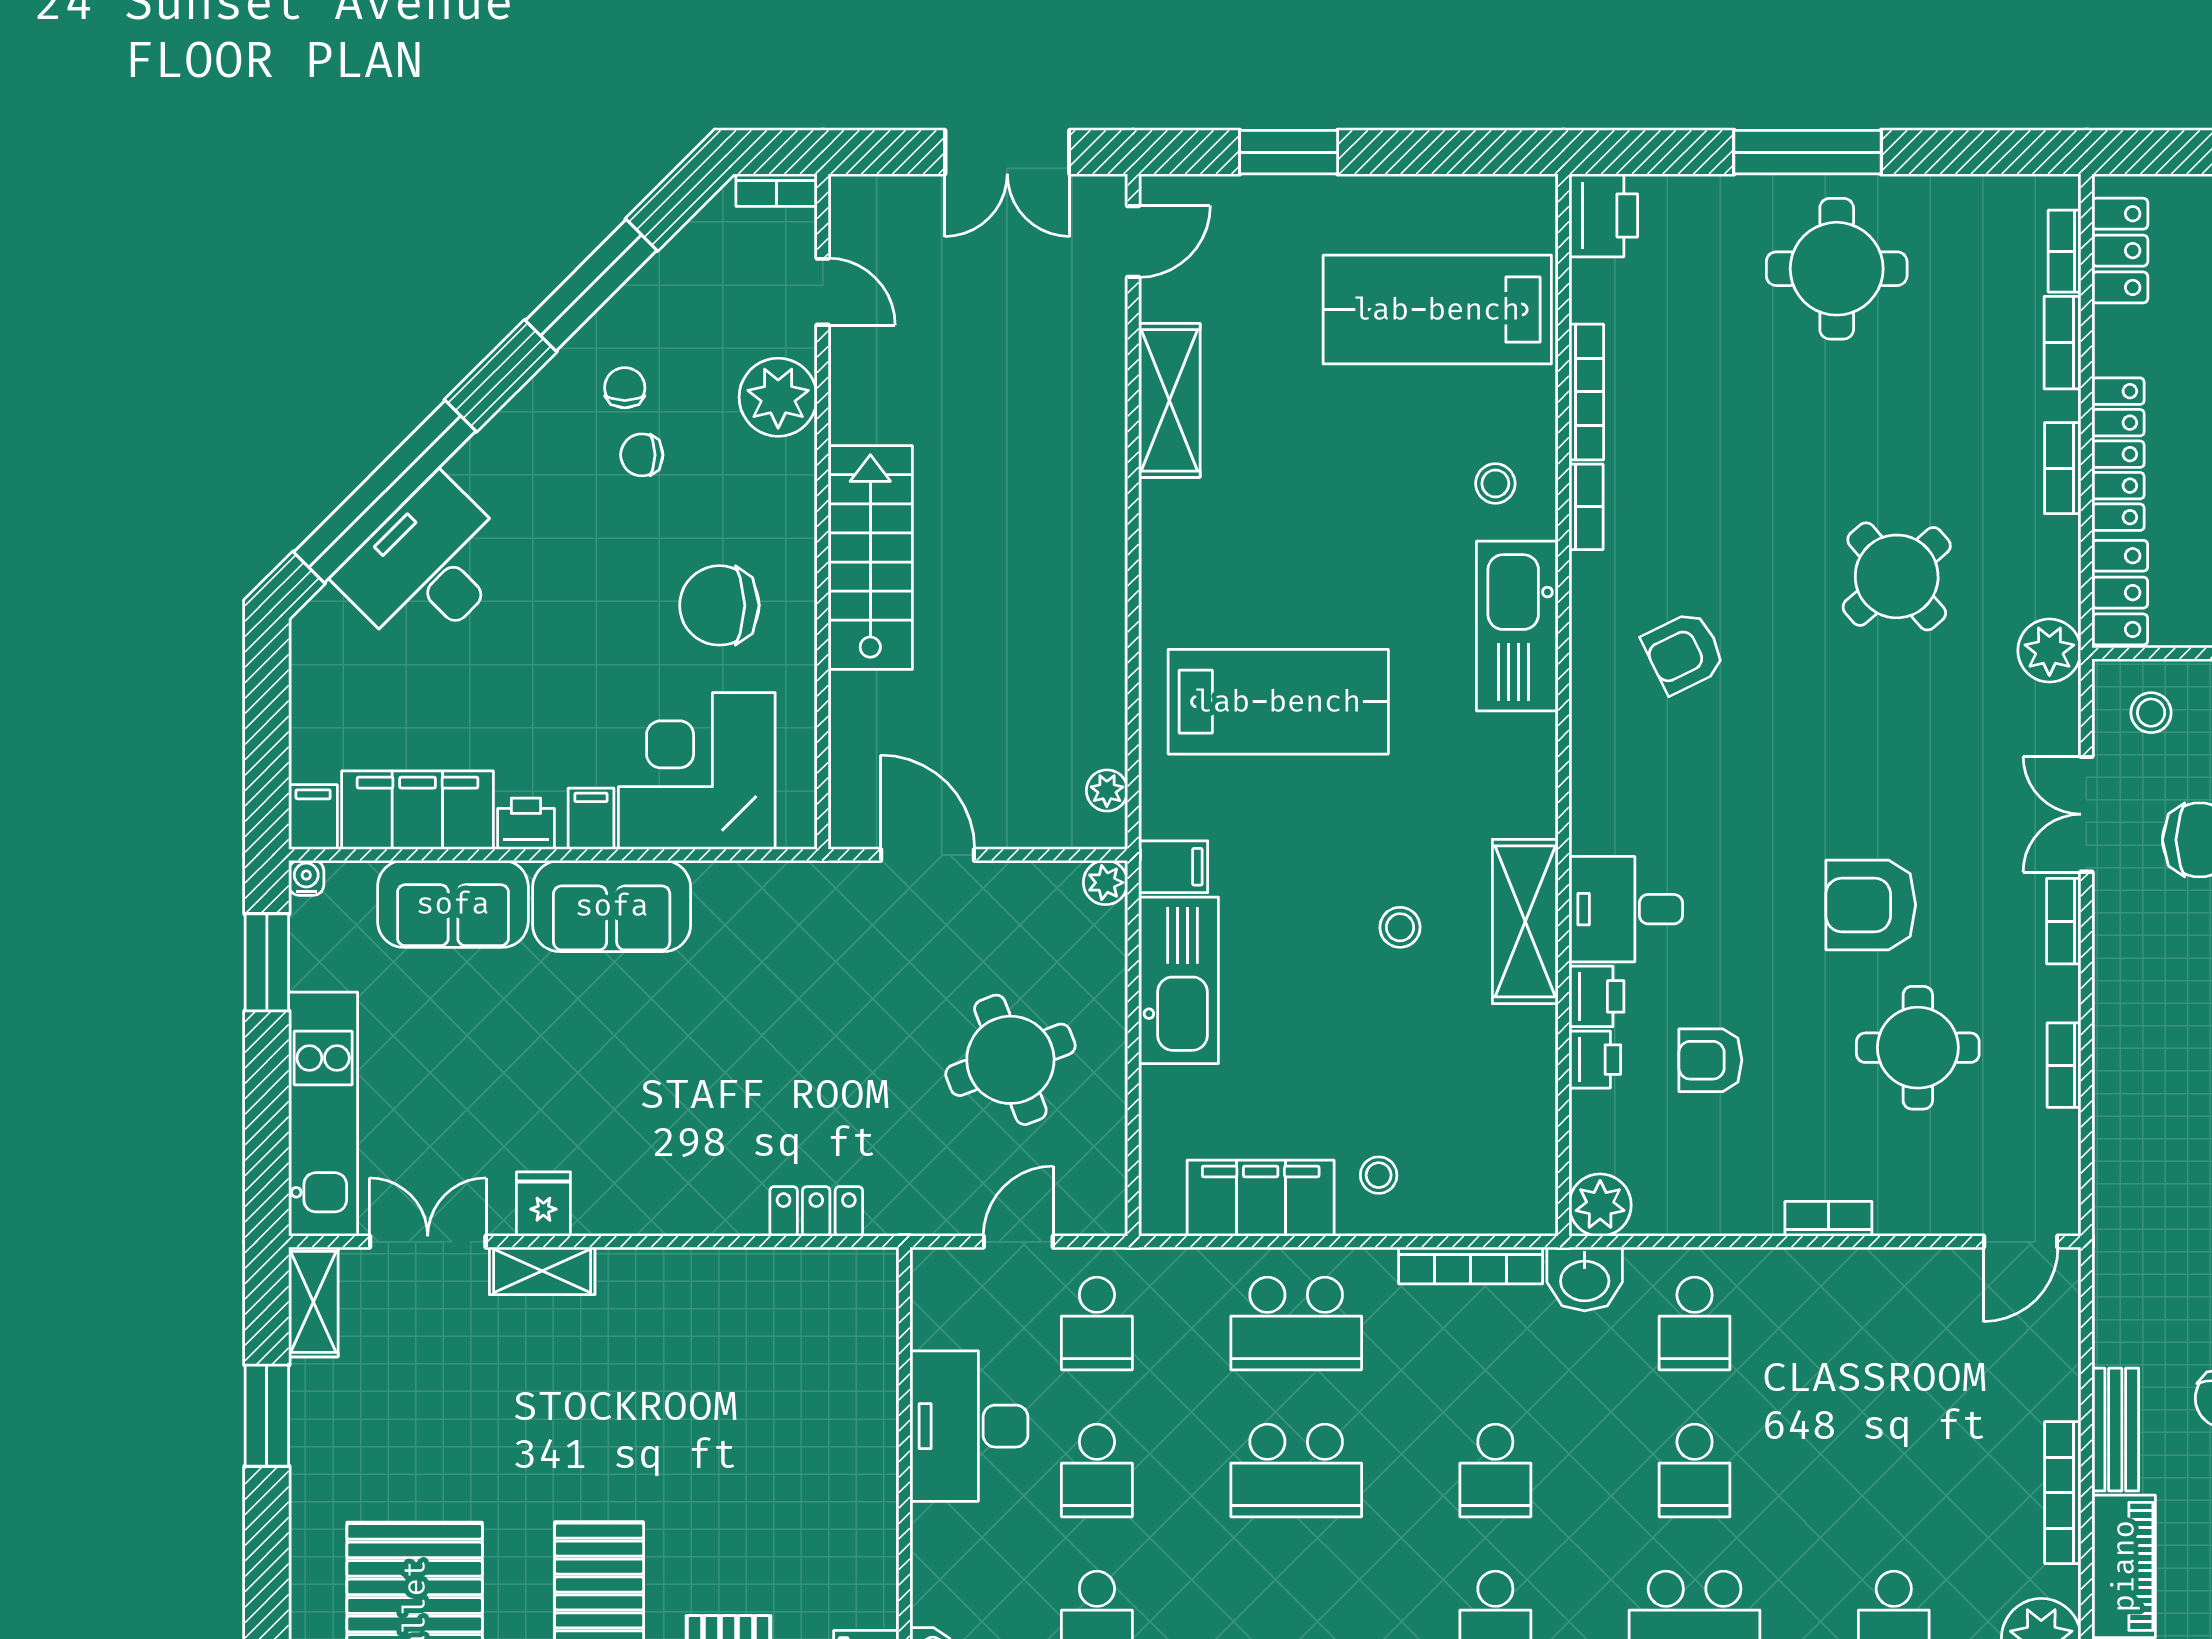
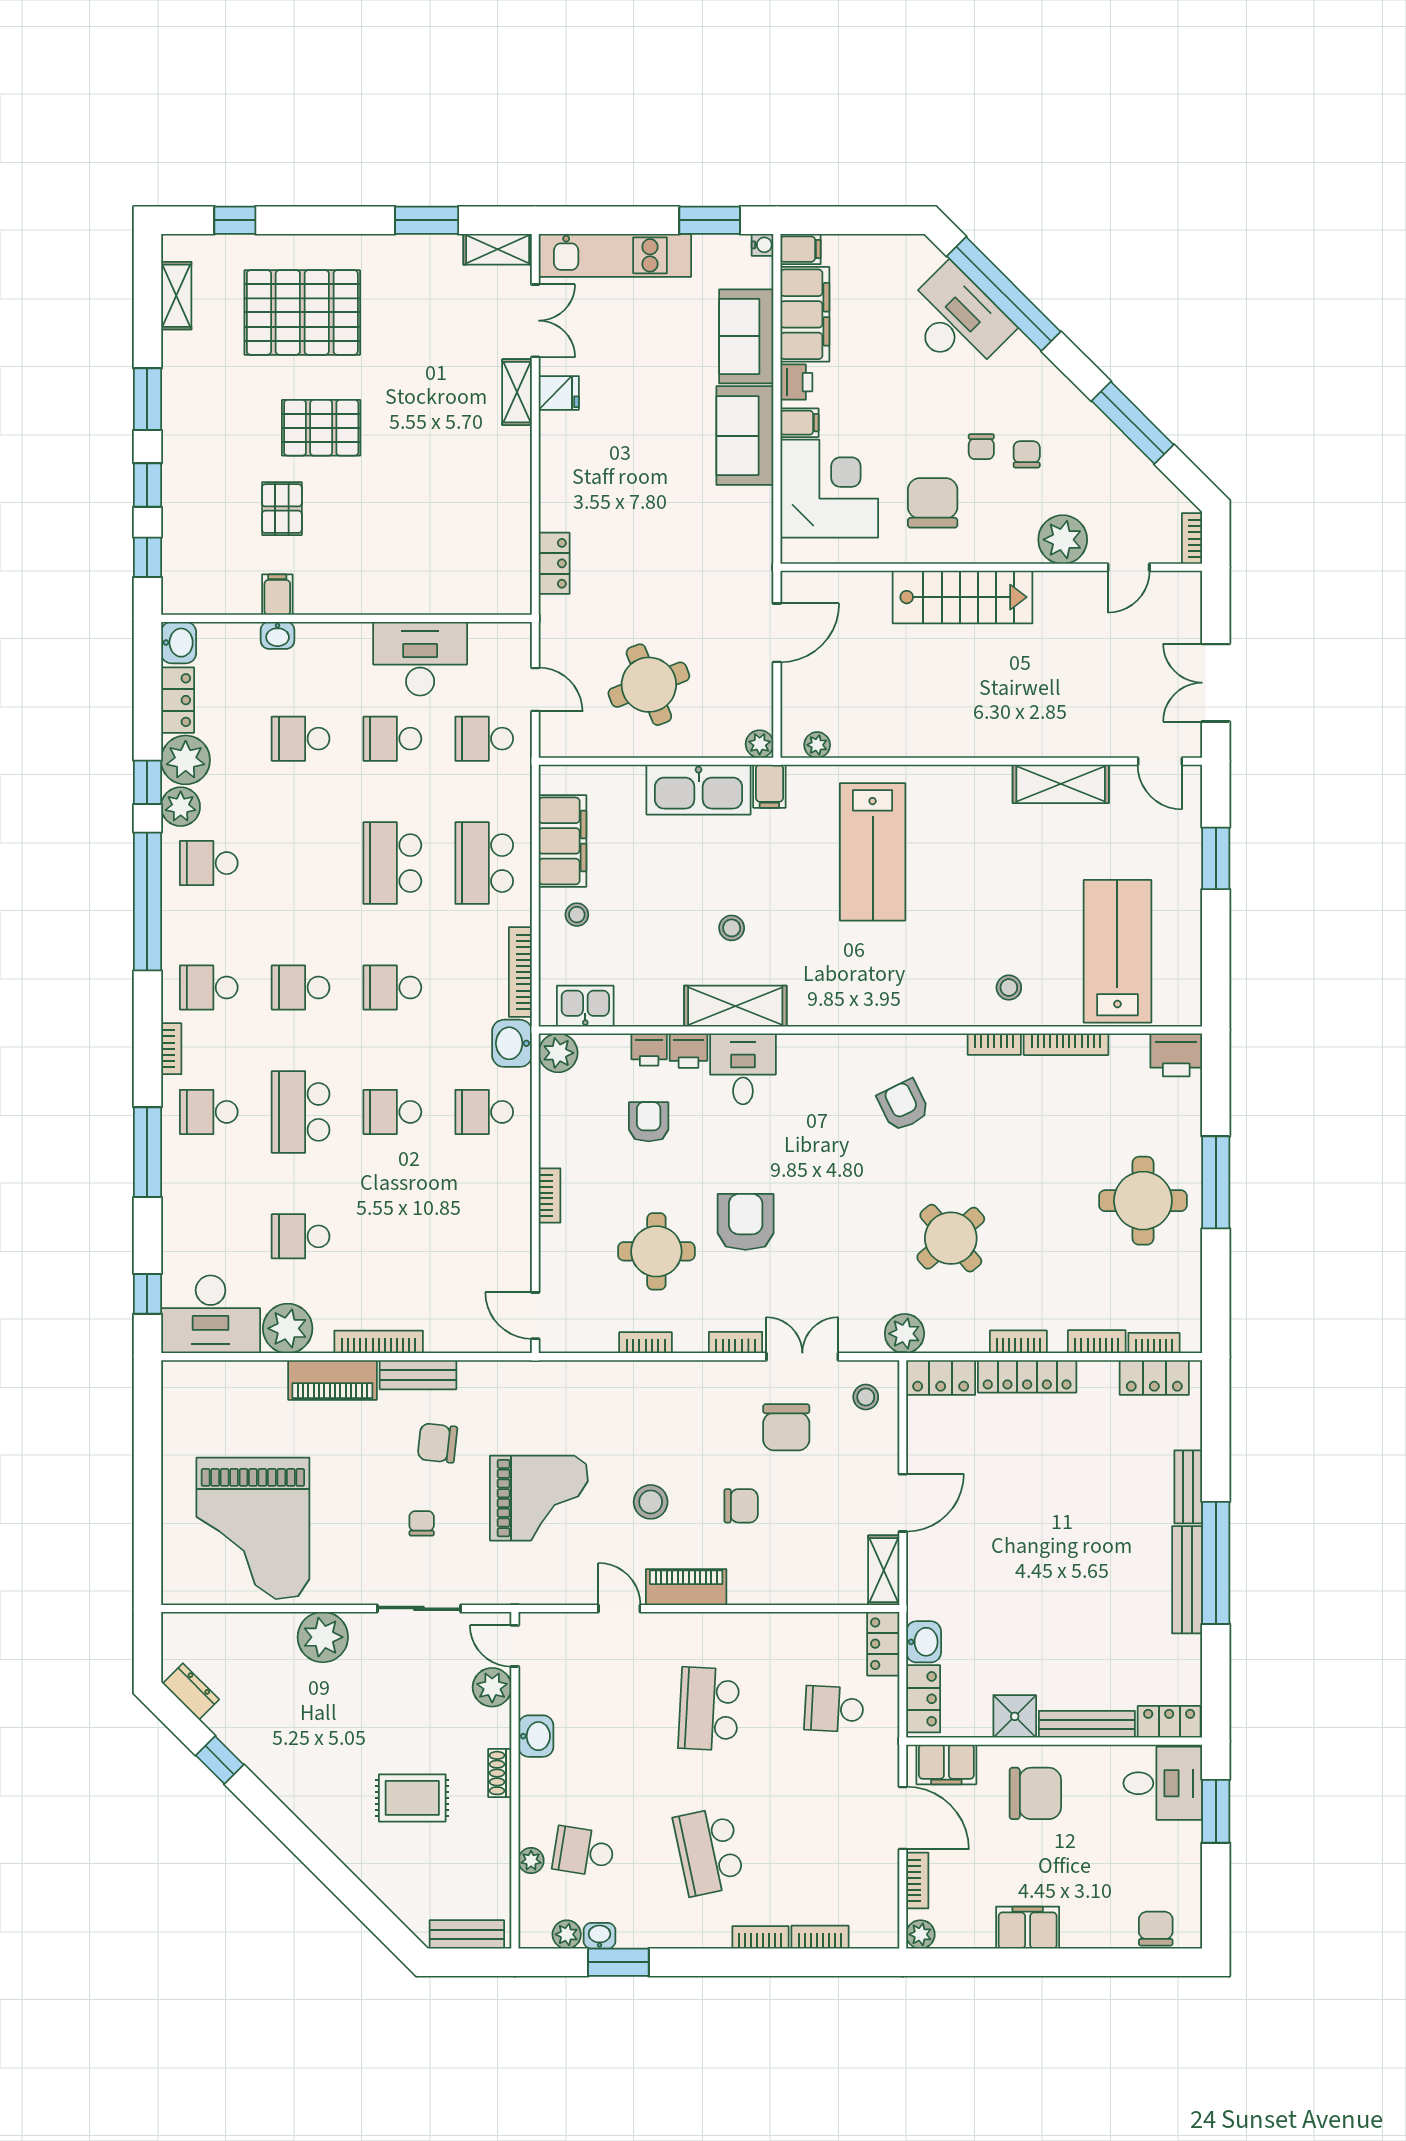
chair: (625, 388) -> (981, 447), moved, turned 90
kitchen sink: (1517, 626) -> (585, 1006), moved, width x0.53, depth x0.81

